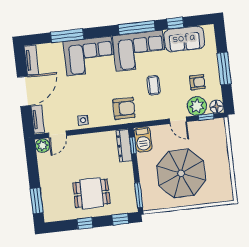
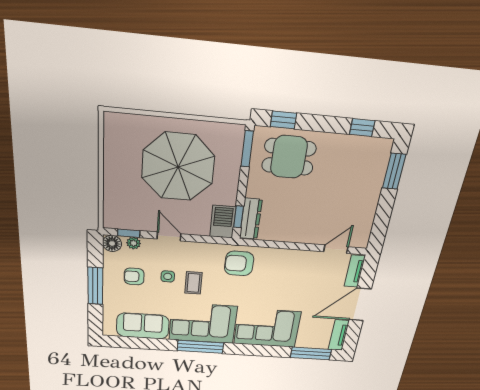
window: (175, 23) -> (151, 344), removed
window: (67, 36) -> (311, 353), moved
plant: (197, 106) -> (134, 243), width x0.53, depth x0.53
side table: (83, 120) -> (168, 276), moved
plant: (42, 146) -> (360, 240), removed
dining table: (92, 193) -> (289, 157), moved
window: (85, 223) -> (362, 128), moved

